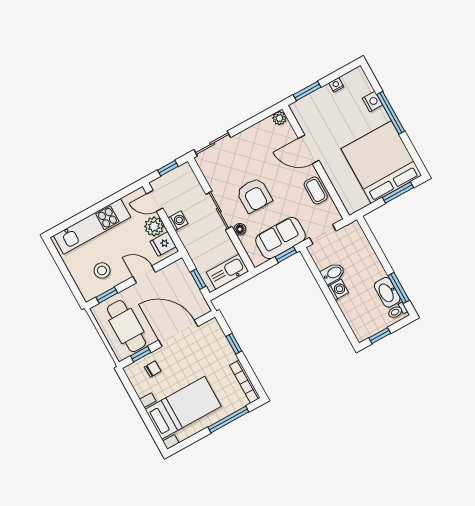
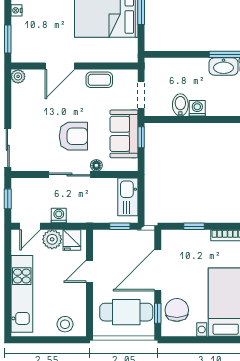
stool: (102, 270) -> (65, 324), moved
window: (107, 295) -> (89, 314), removed
chair: (153, 369) -> (177, 310), width x1.87, depth x1.87

